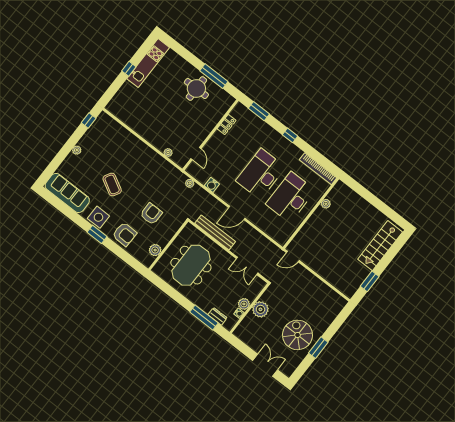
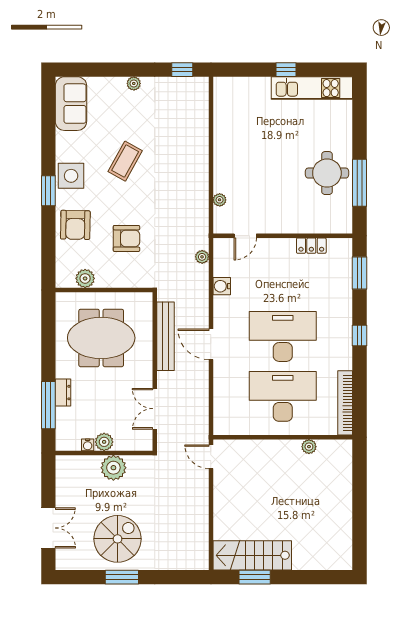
sofa: (67, 193) -> (71, 104), width x0.73
stairs: (380, 246) -> (252, 555), moved
dresser: (217, 316) -> (63, 393), moved

